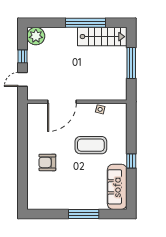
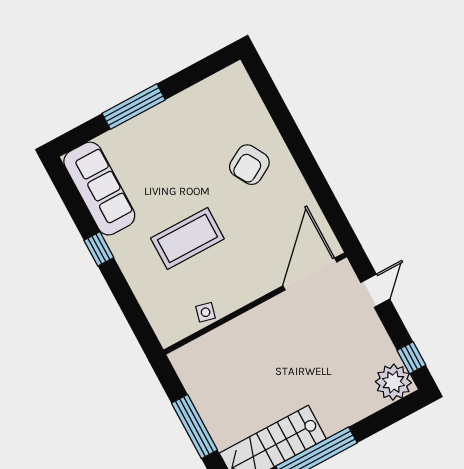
window: (23, 56) -> (411, 358), moved
door: (62, 102) -> (310, 274), moved
armchair: (47, 162) -> (249, 165), turned 150

